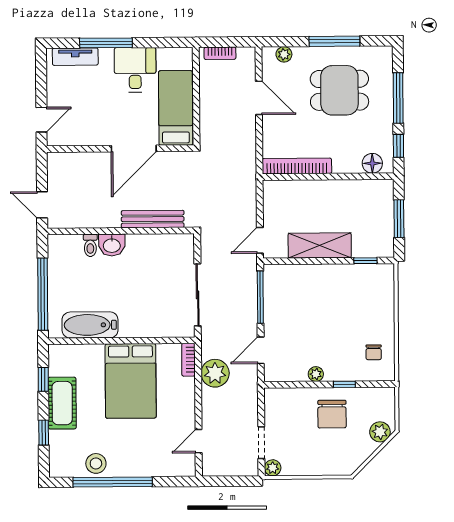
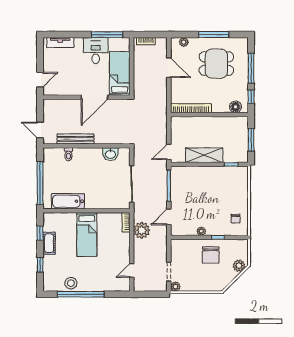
window: (106, 43) -> (107, 35), moved
bench: (153, 219) -> (76, 139), moved
washbasin: (112, 245) -> (110, 154), moved
bed: (131, 381) -> (87, 235), width x0.67
cot: (62, 403) -> (49, 243), width x0.73, depth x0.75

